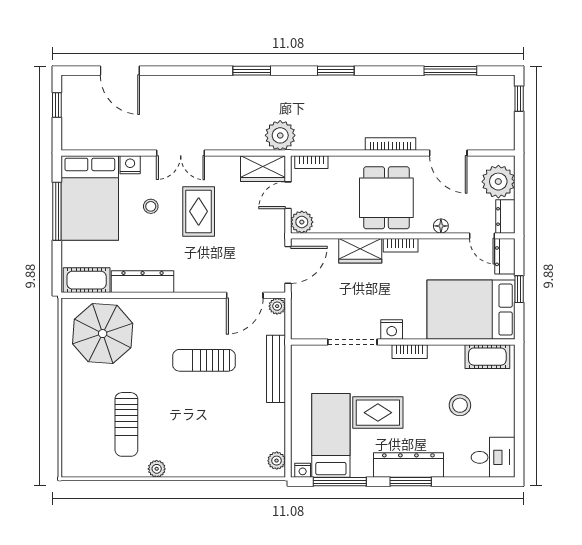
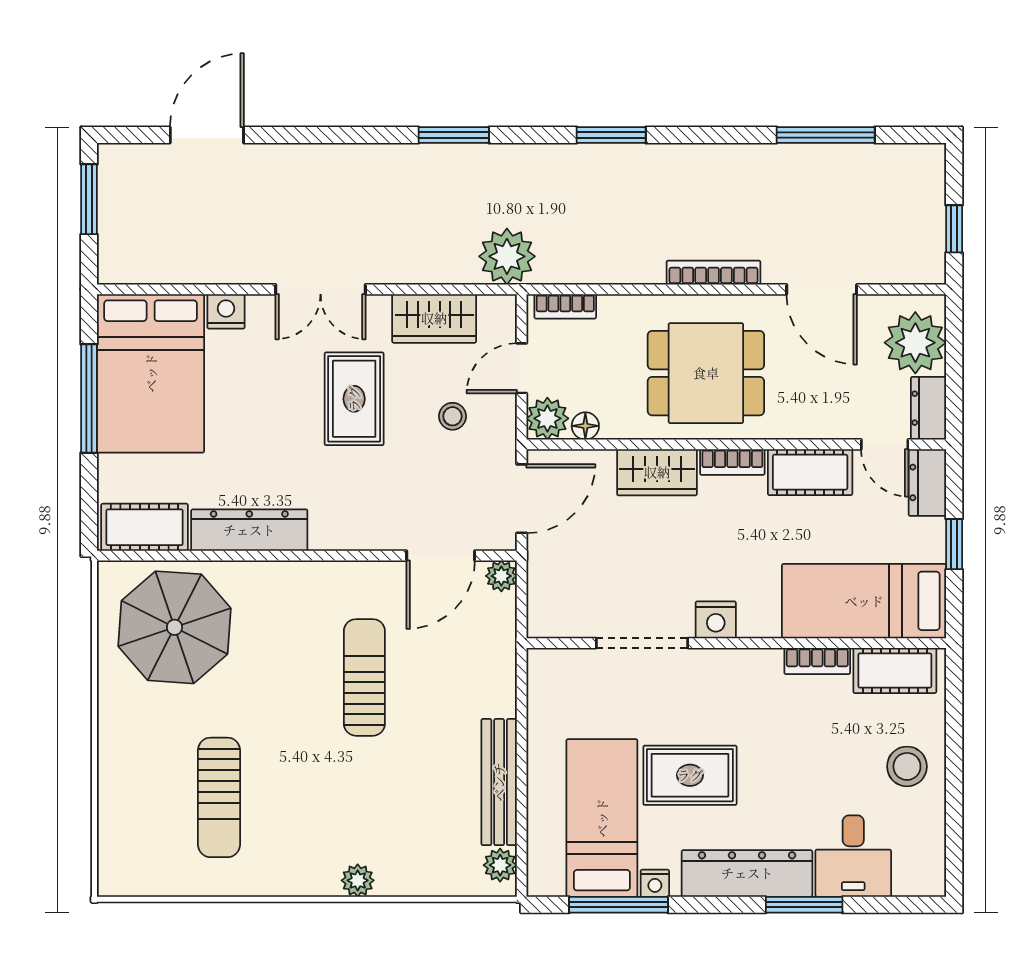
door: (120, 71) -> (207, 135), swing flipped
window: (519, 99) -> (954, 229), moved
window: (57, 105) -> (89, 199), width x1.50
wardrobe: (263, 169) -> (434, 318), moved
dining table: (386, 198) -> (706, 373), turned 90
stool: (151, 206) -> (452, 416), moved
floor lamp: (441, 226) -> (585, 426), moved
cot: (442, 251) -> (810, 472), added
bed: (471, 310) -> (864, 601), width x0.67
bookcase: (410, 352) -> (817, 661), moved
sun lounger: (204, 360) -> (364, 677), turned 90
bench: (276, 369) -> (499, 782), moved
stool: (460, 405) -> (907, 766), moved
desk: (493, 457) -> (853, 856), moved, turned 90
plant: (157, 469) -> (358, 880), moved
nightstand: (303, 470) -> (655, 883), moved
window: (411, 482) -> (804, 905), moved

